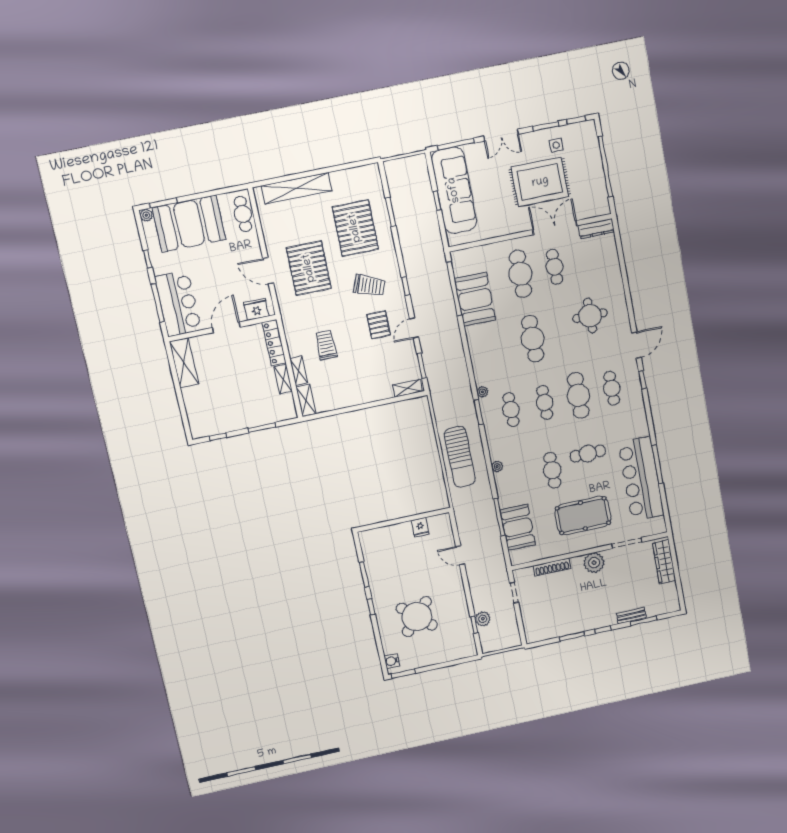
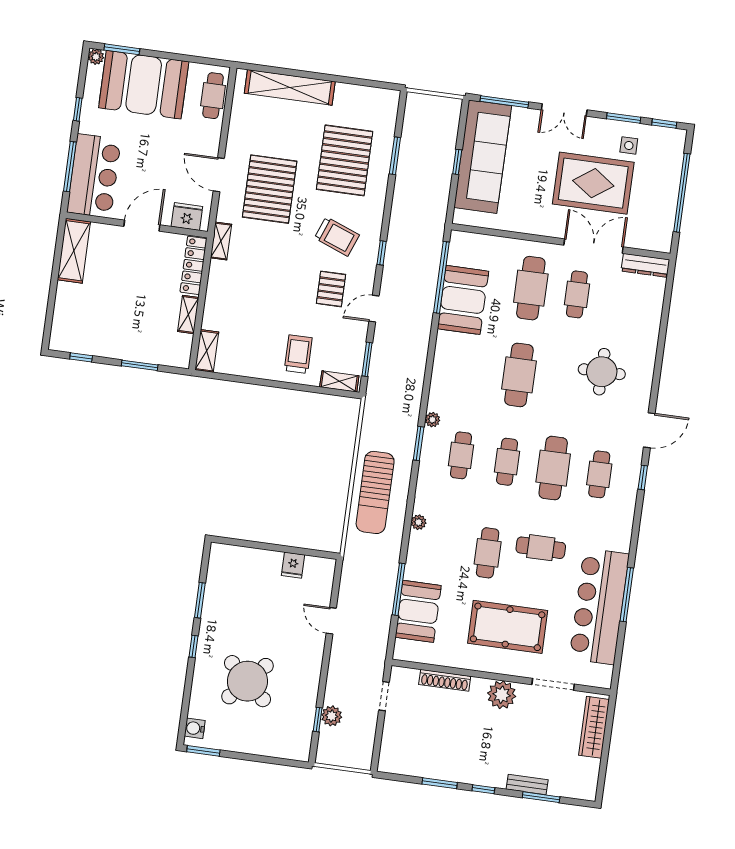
trolley: (326, 345) -> (298, 354), moved
shelving: (299, 371) -> (221, 241), moved

